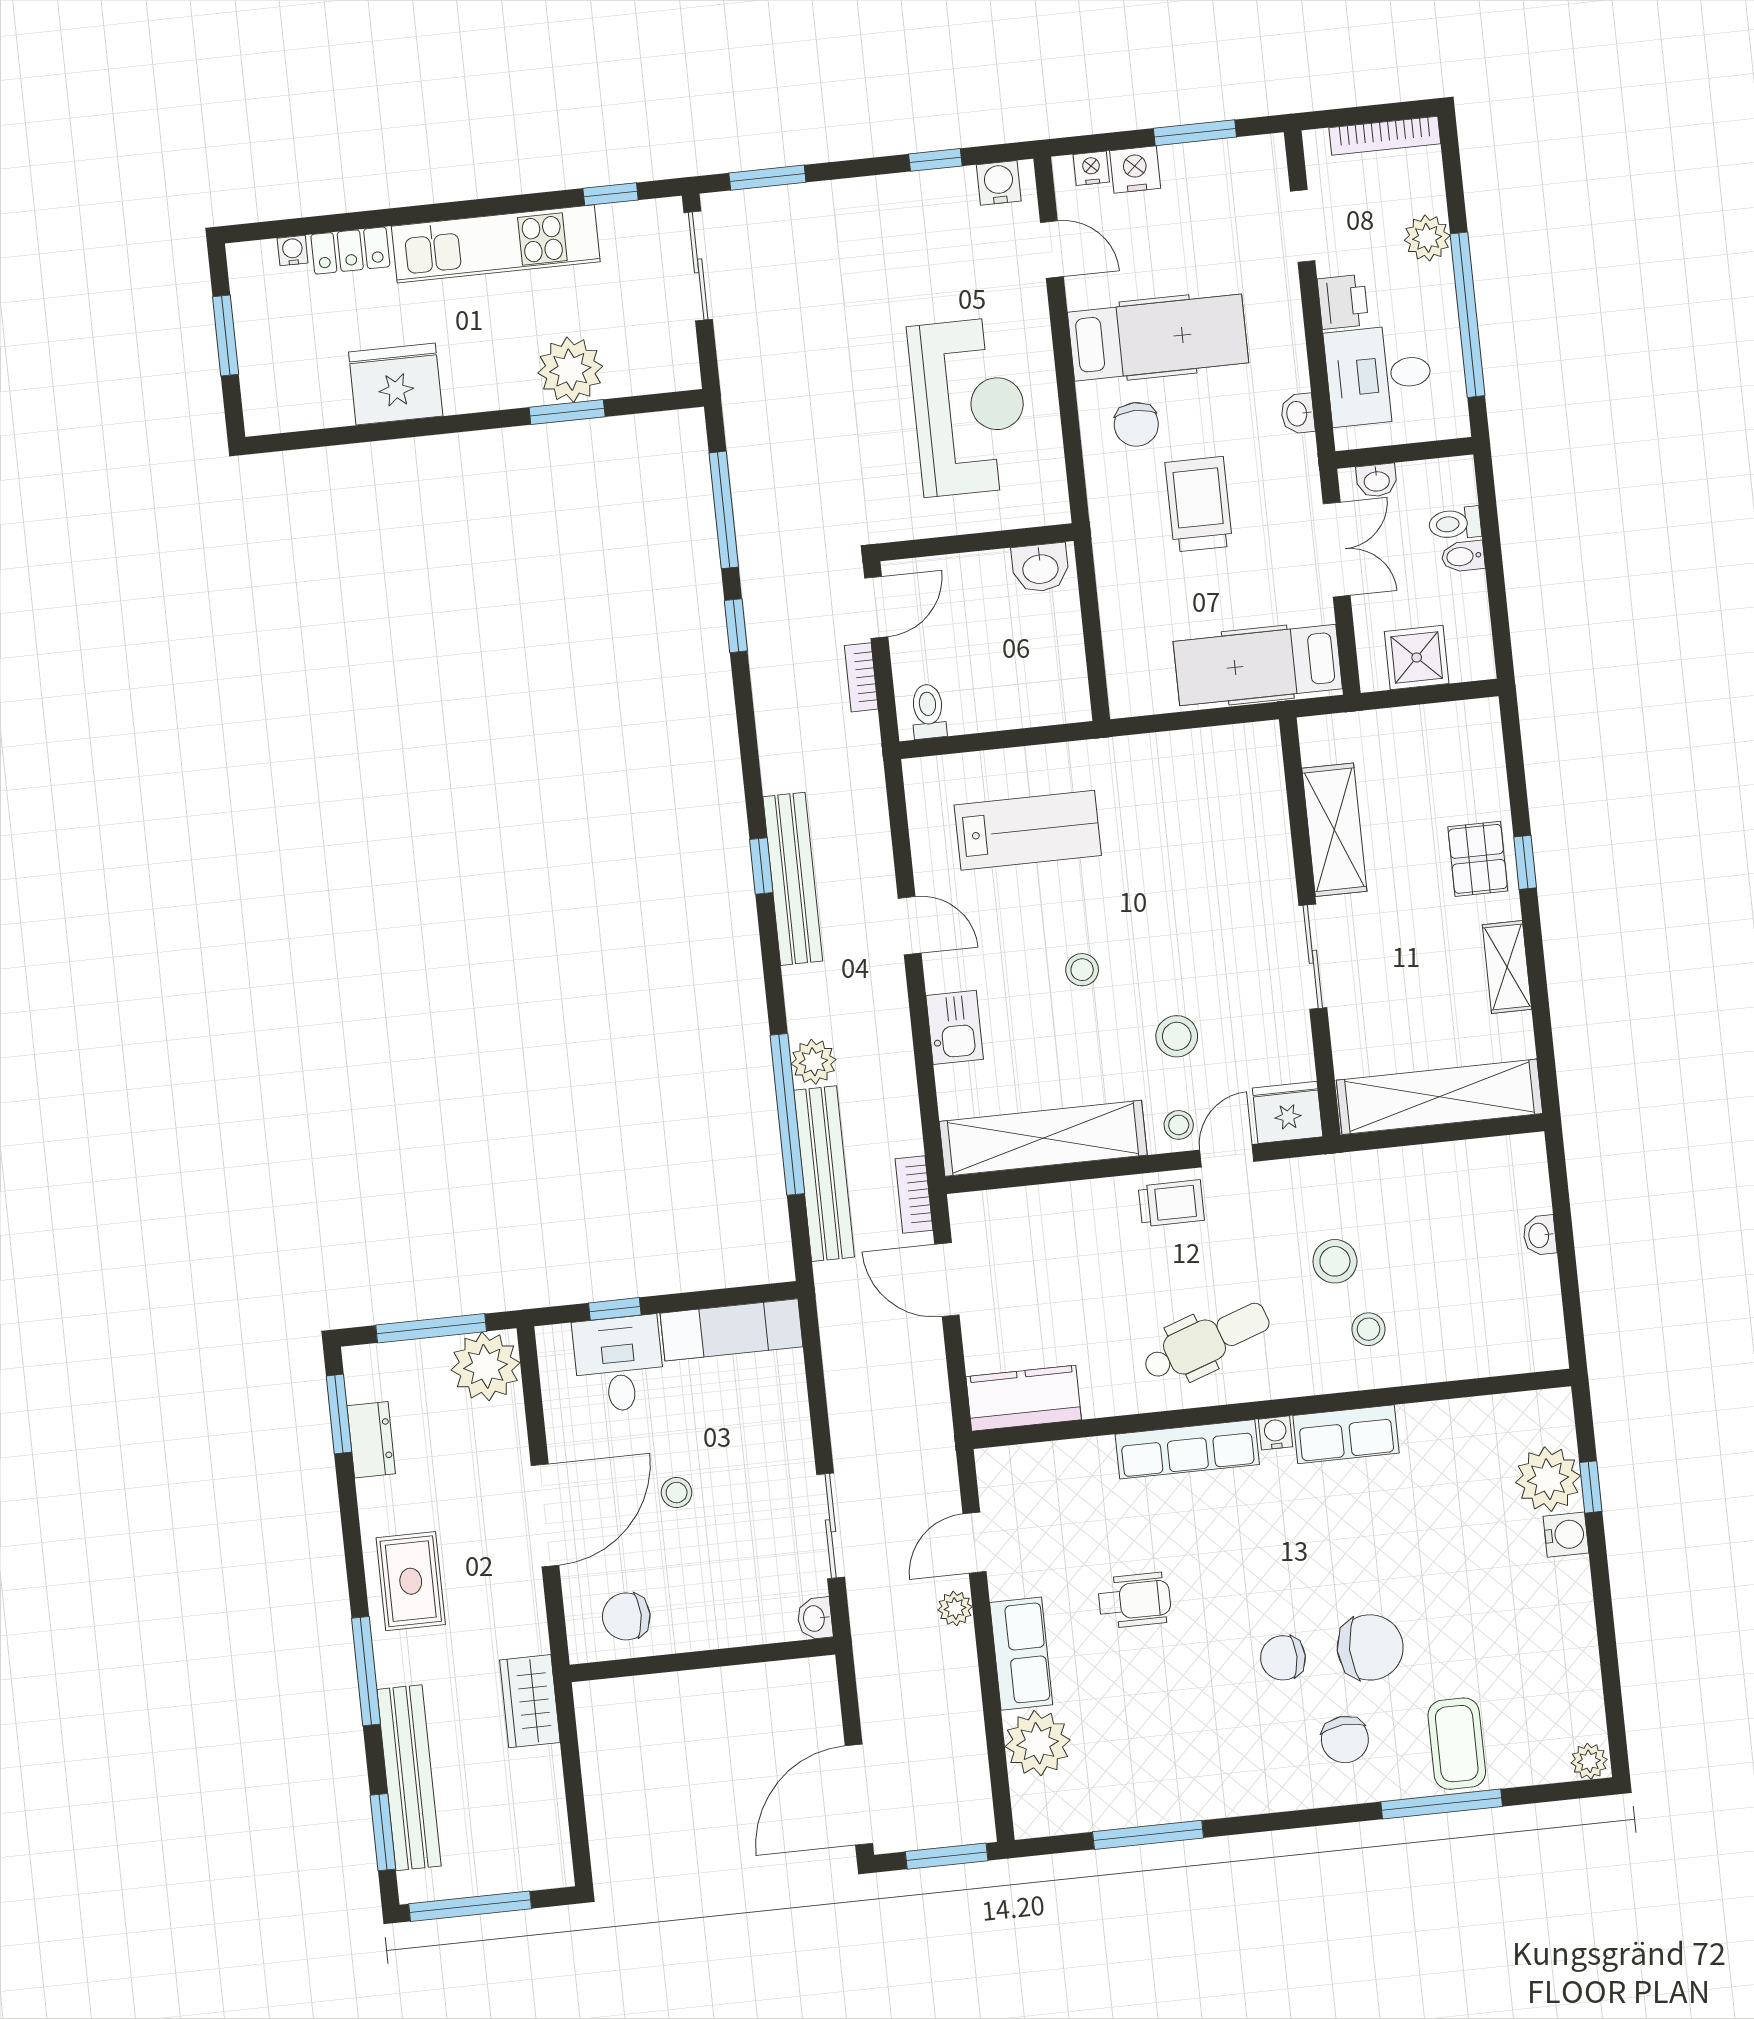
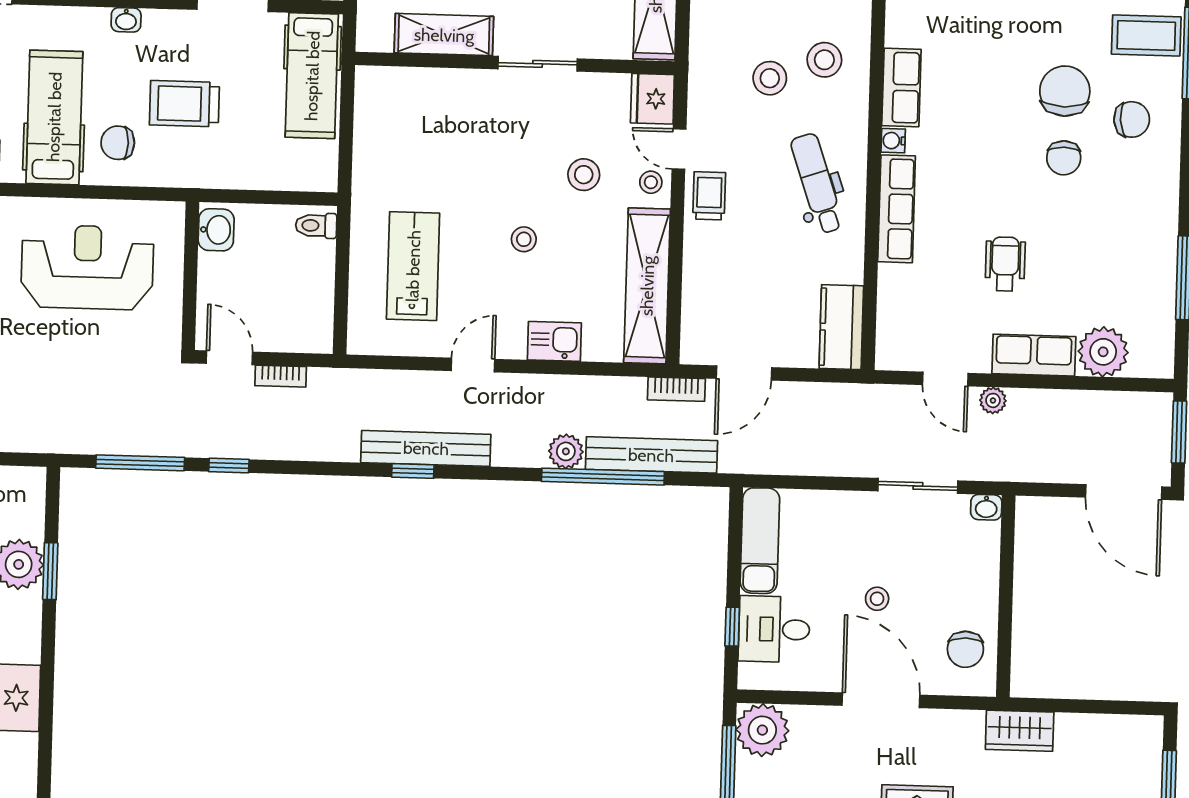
chair: (1136, 424) -> (118, 143), turned 180
toilet: (928, 711) -> (316, 226), moved
stool: (1368, 1329) -> (824, 60), width x1.37, depth x1.37

